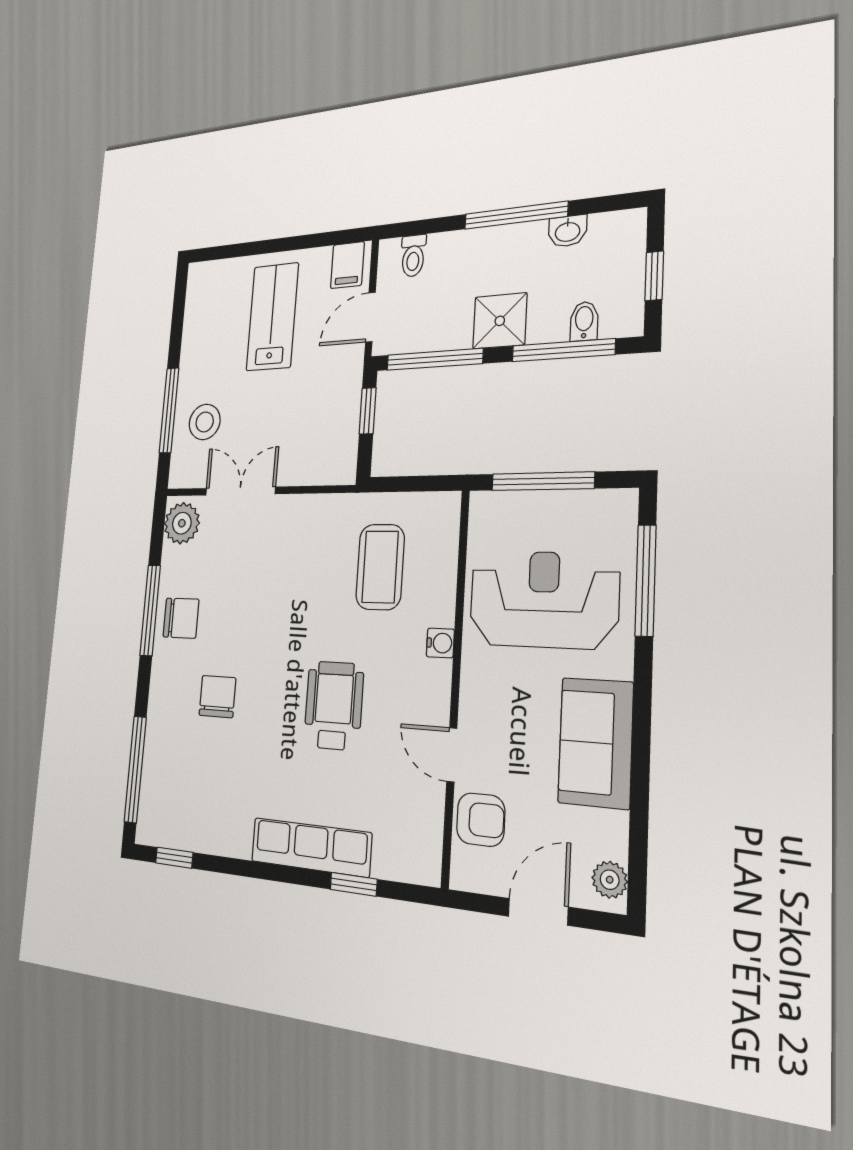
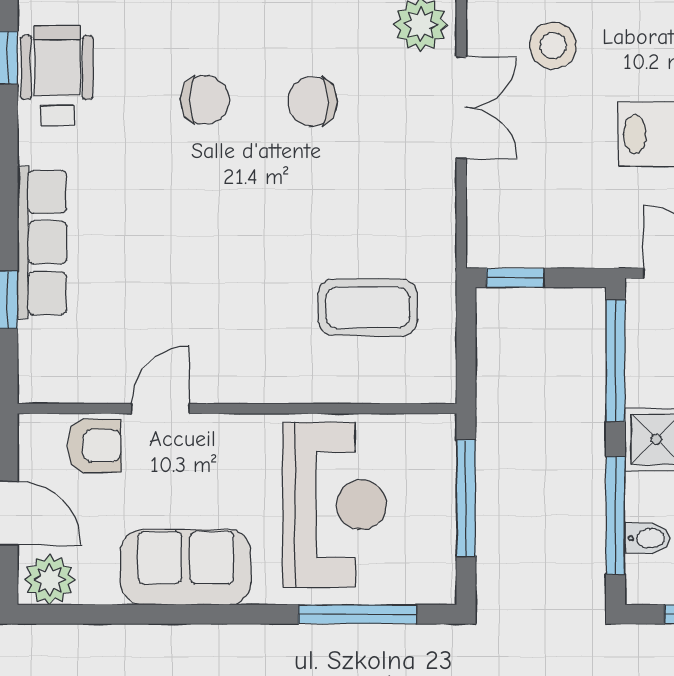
window: (368, 411) -> (515, 278), moved
chair: (181, 618) -> (312, 102), moved, turned 90
water cooler: (440, 643) -> (282, 388), removed
wheelchair: (334, 705) -> (57, 76), moved, turned -90
armchair: (481, 820) -> (94, 446), turned -90
plant: (610, 880) -> (50, 580), width x1.38, depth x1.38

